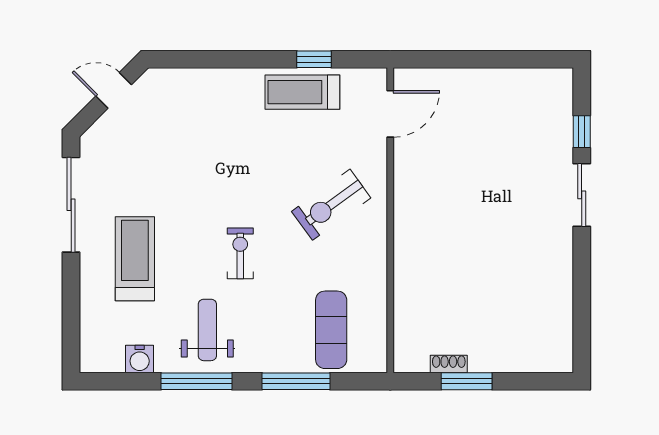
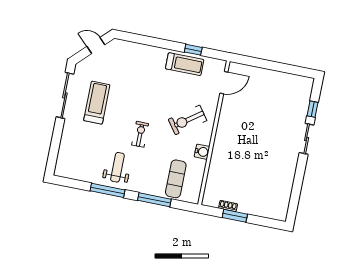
treadmill: (302, 92) -> (185, 64), turned 180
treadmill: (135, 259) -> (97, 103), moved
water cooler: (140, 359) -> (202, 152), moved, turned -90

